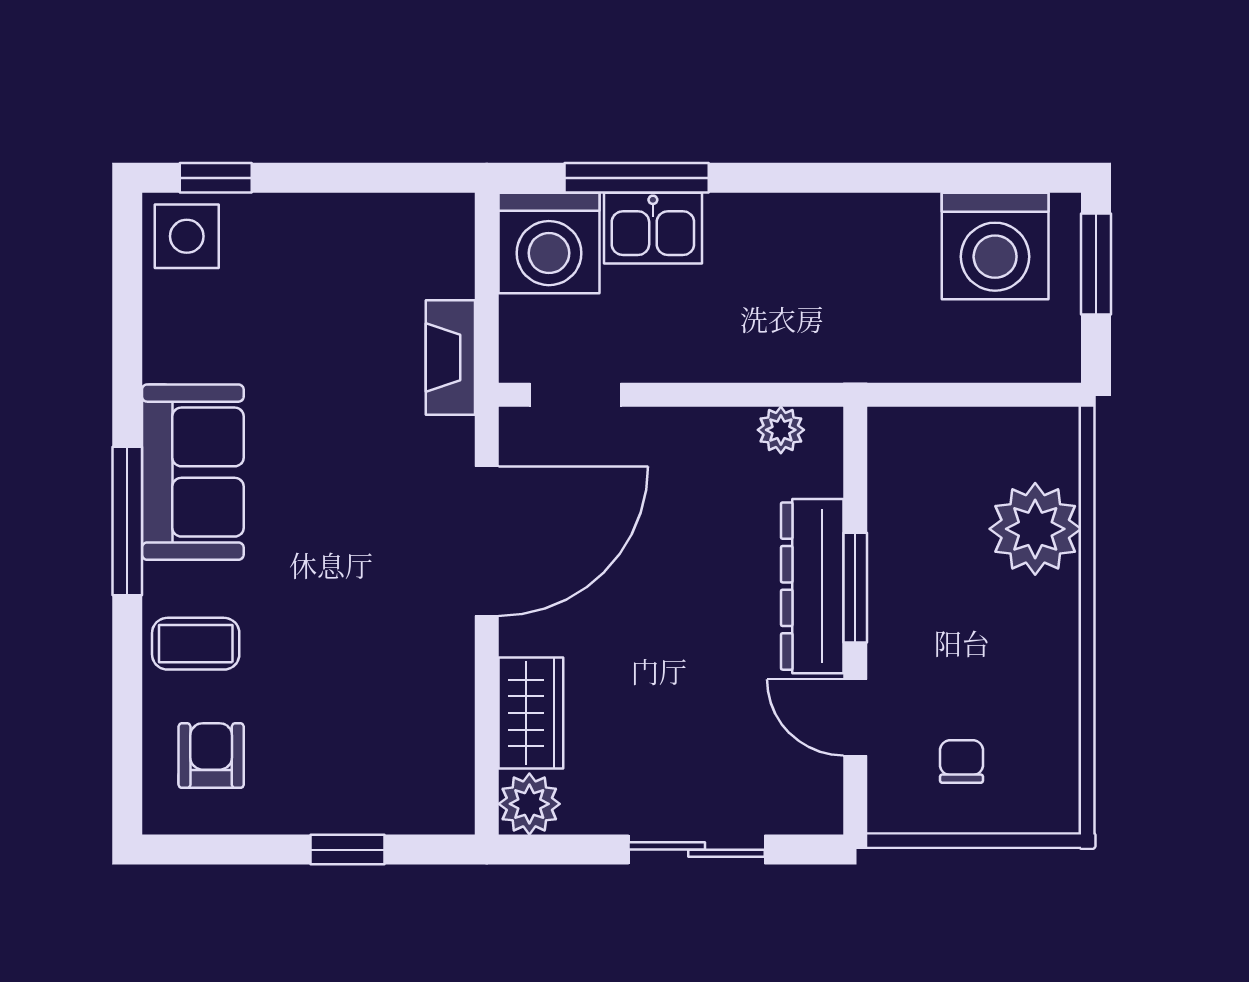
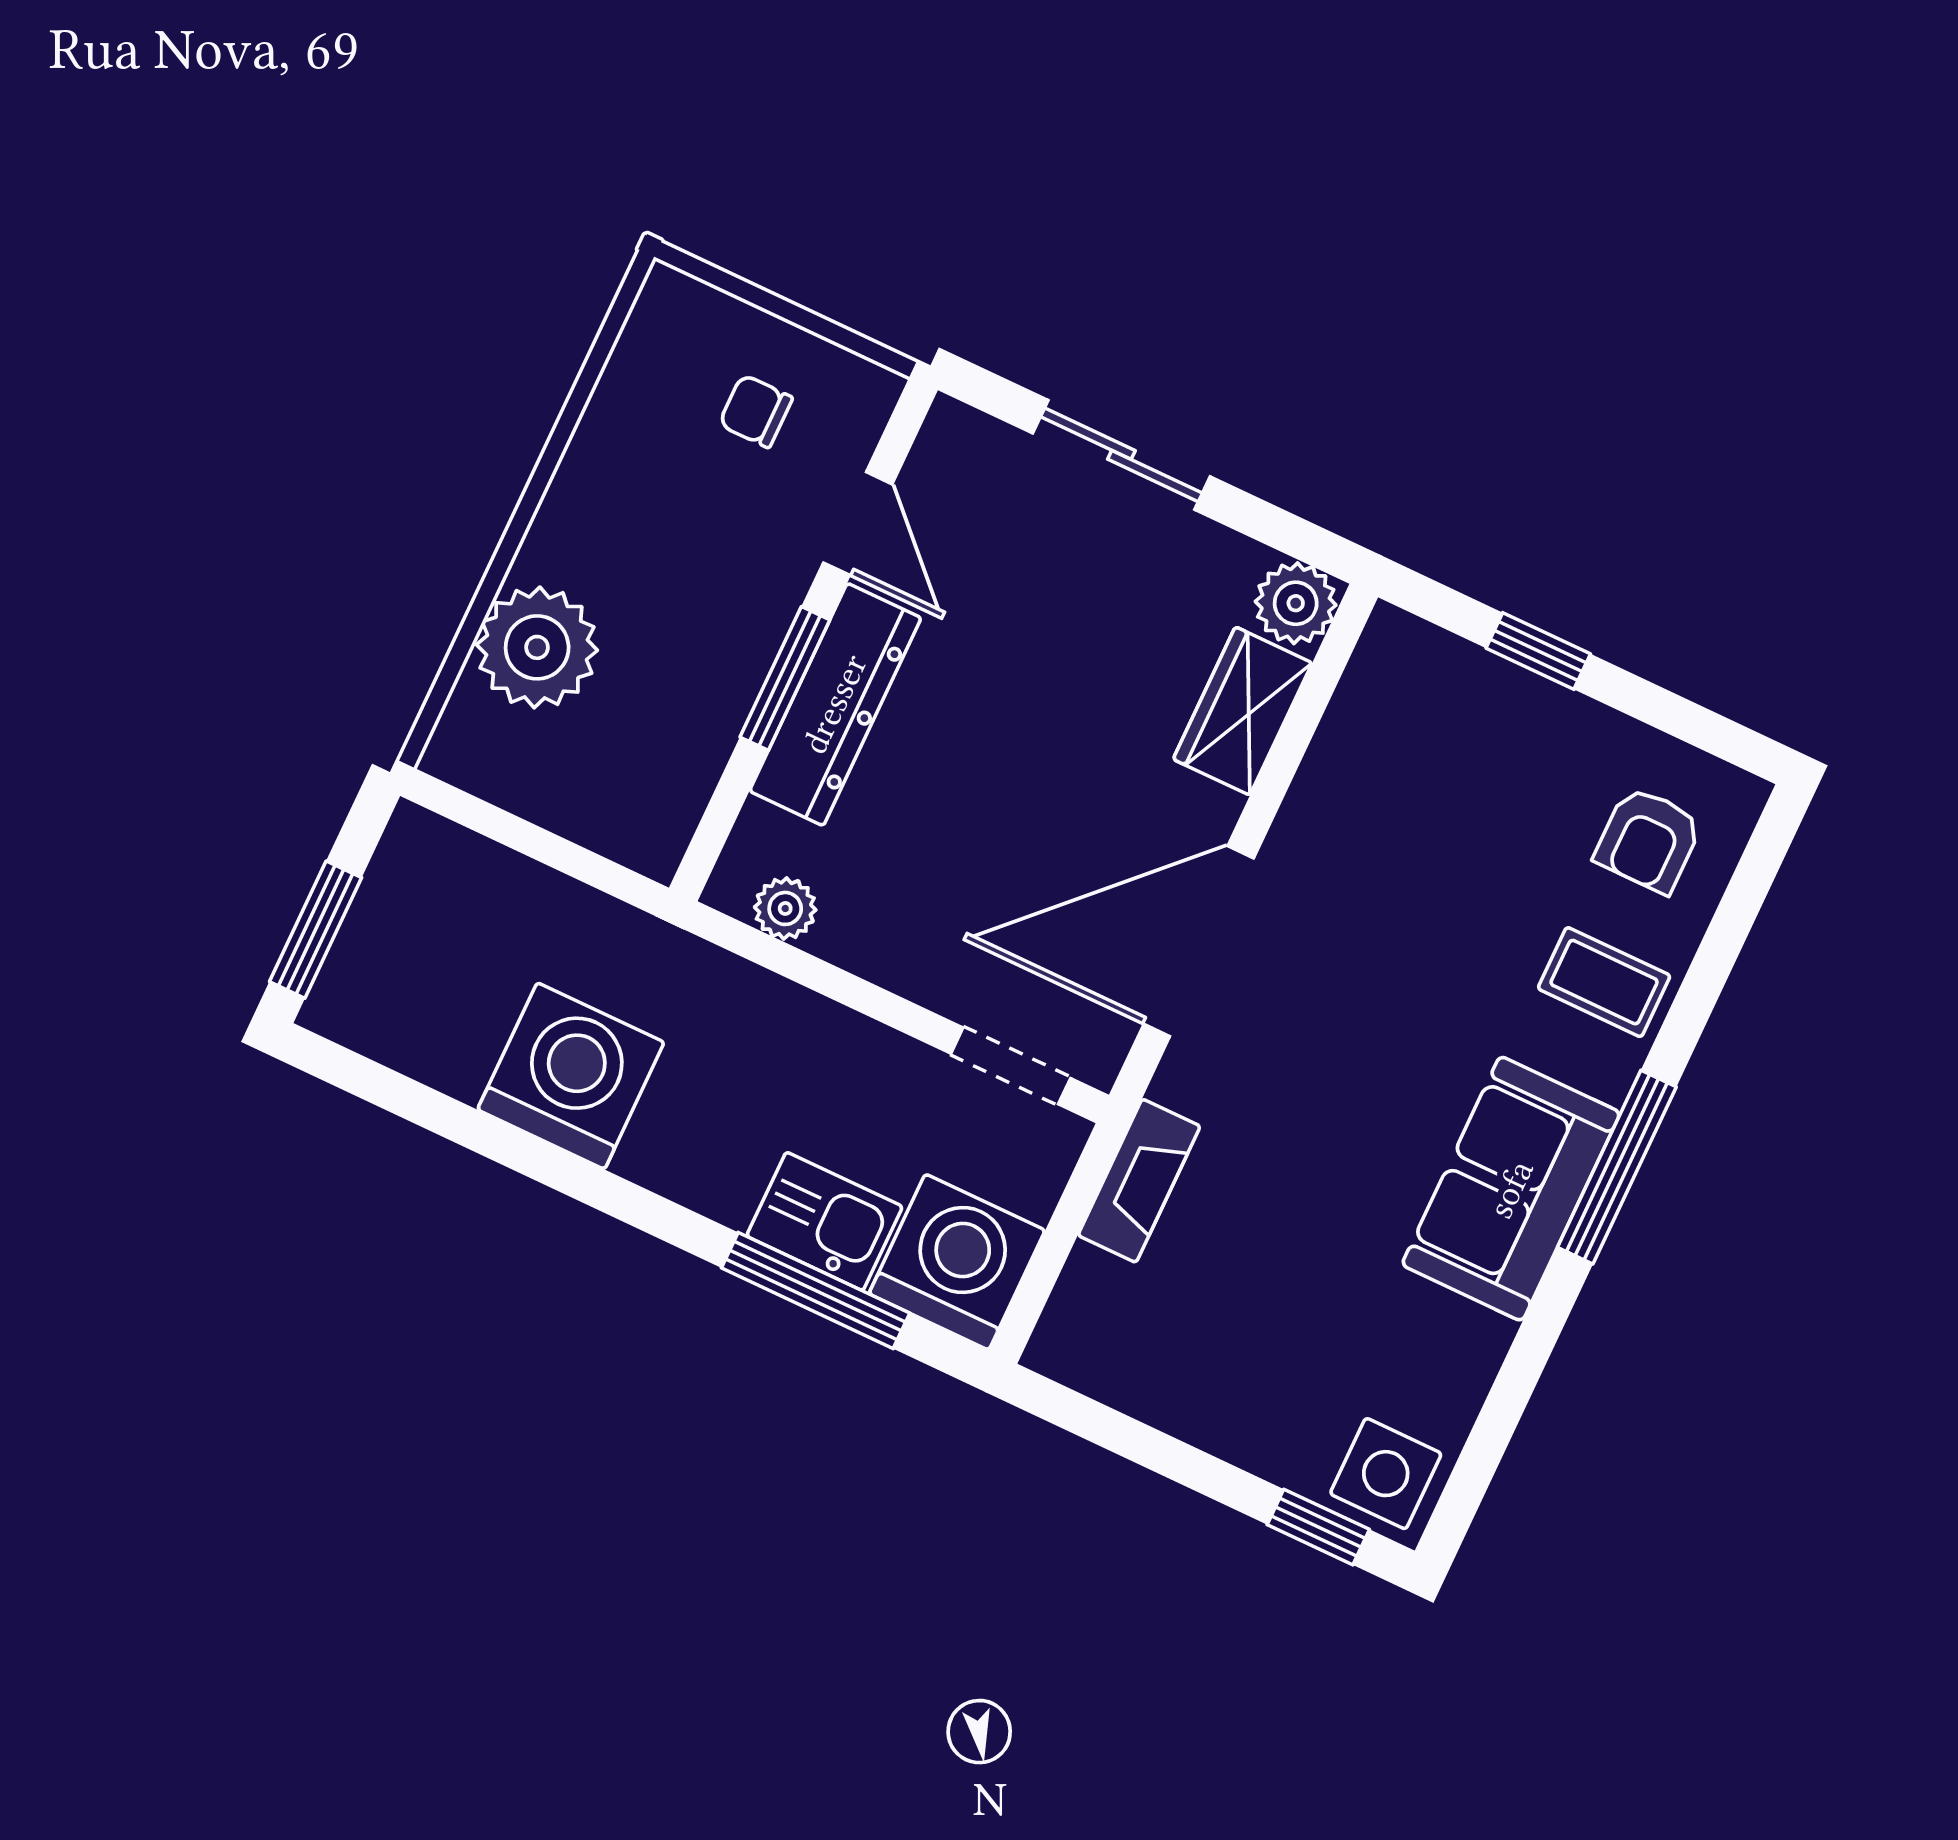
washing machine: (995, 246) -> (571, 1076), moved
chair: (962, 762) -> (756, 411), turned 90

